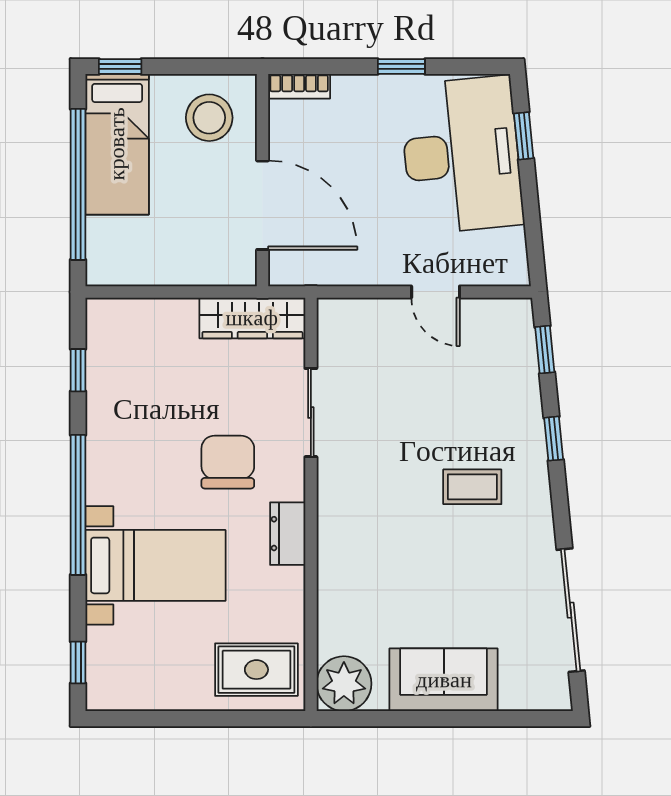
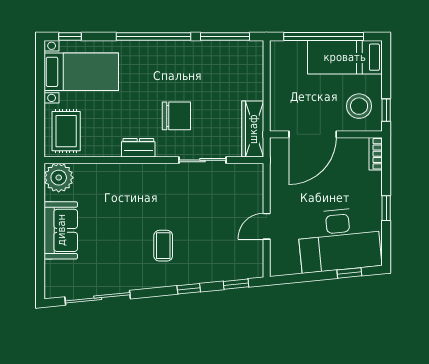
window: (120, 66) -> (386, 110), moved
window: (78, 370) -> (225, 36), width x2.17
bed with nightstands: (156, 565) -> (81, 72), moved, turned -90

